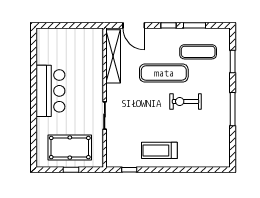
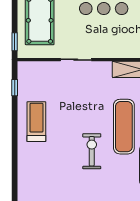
window: (71, 170) -> (15, 42), moved

